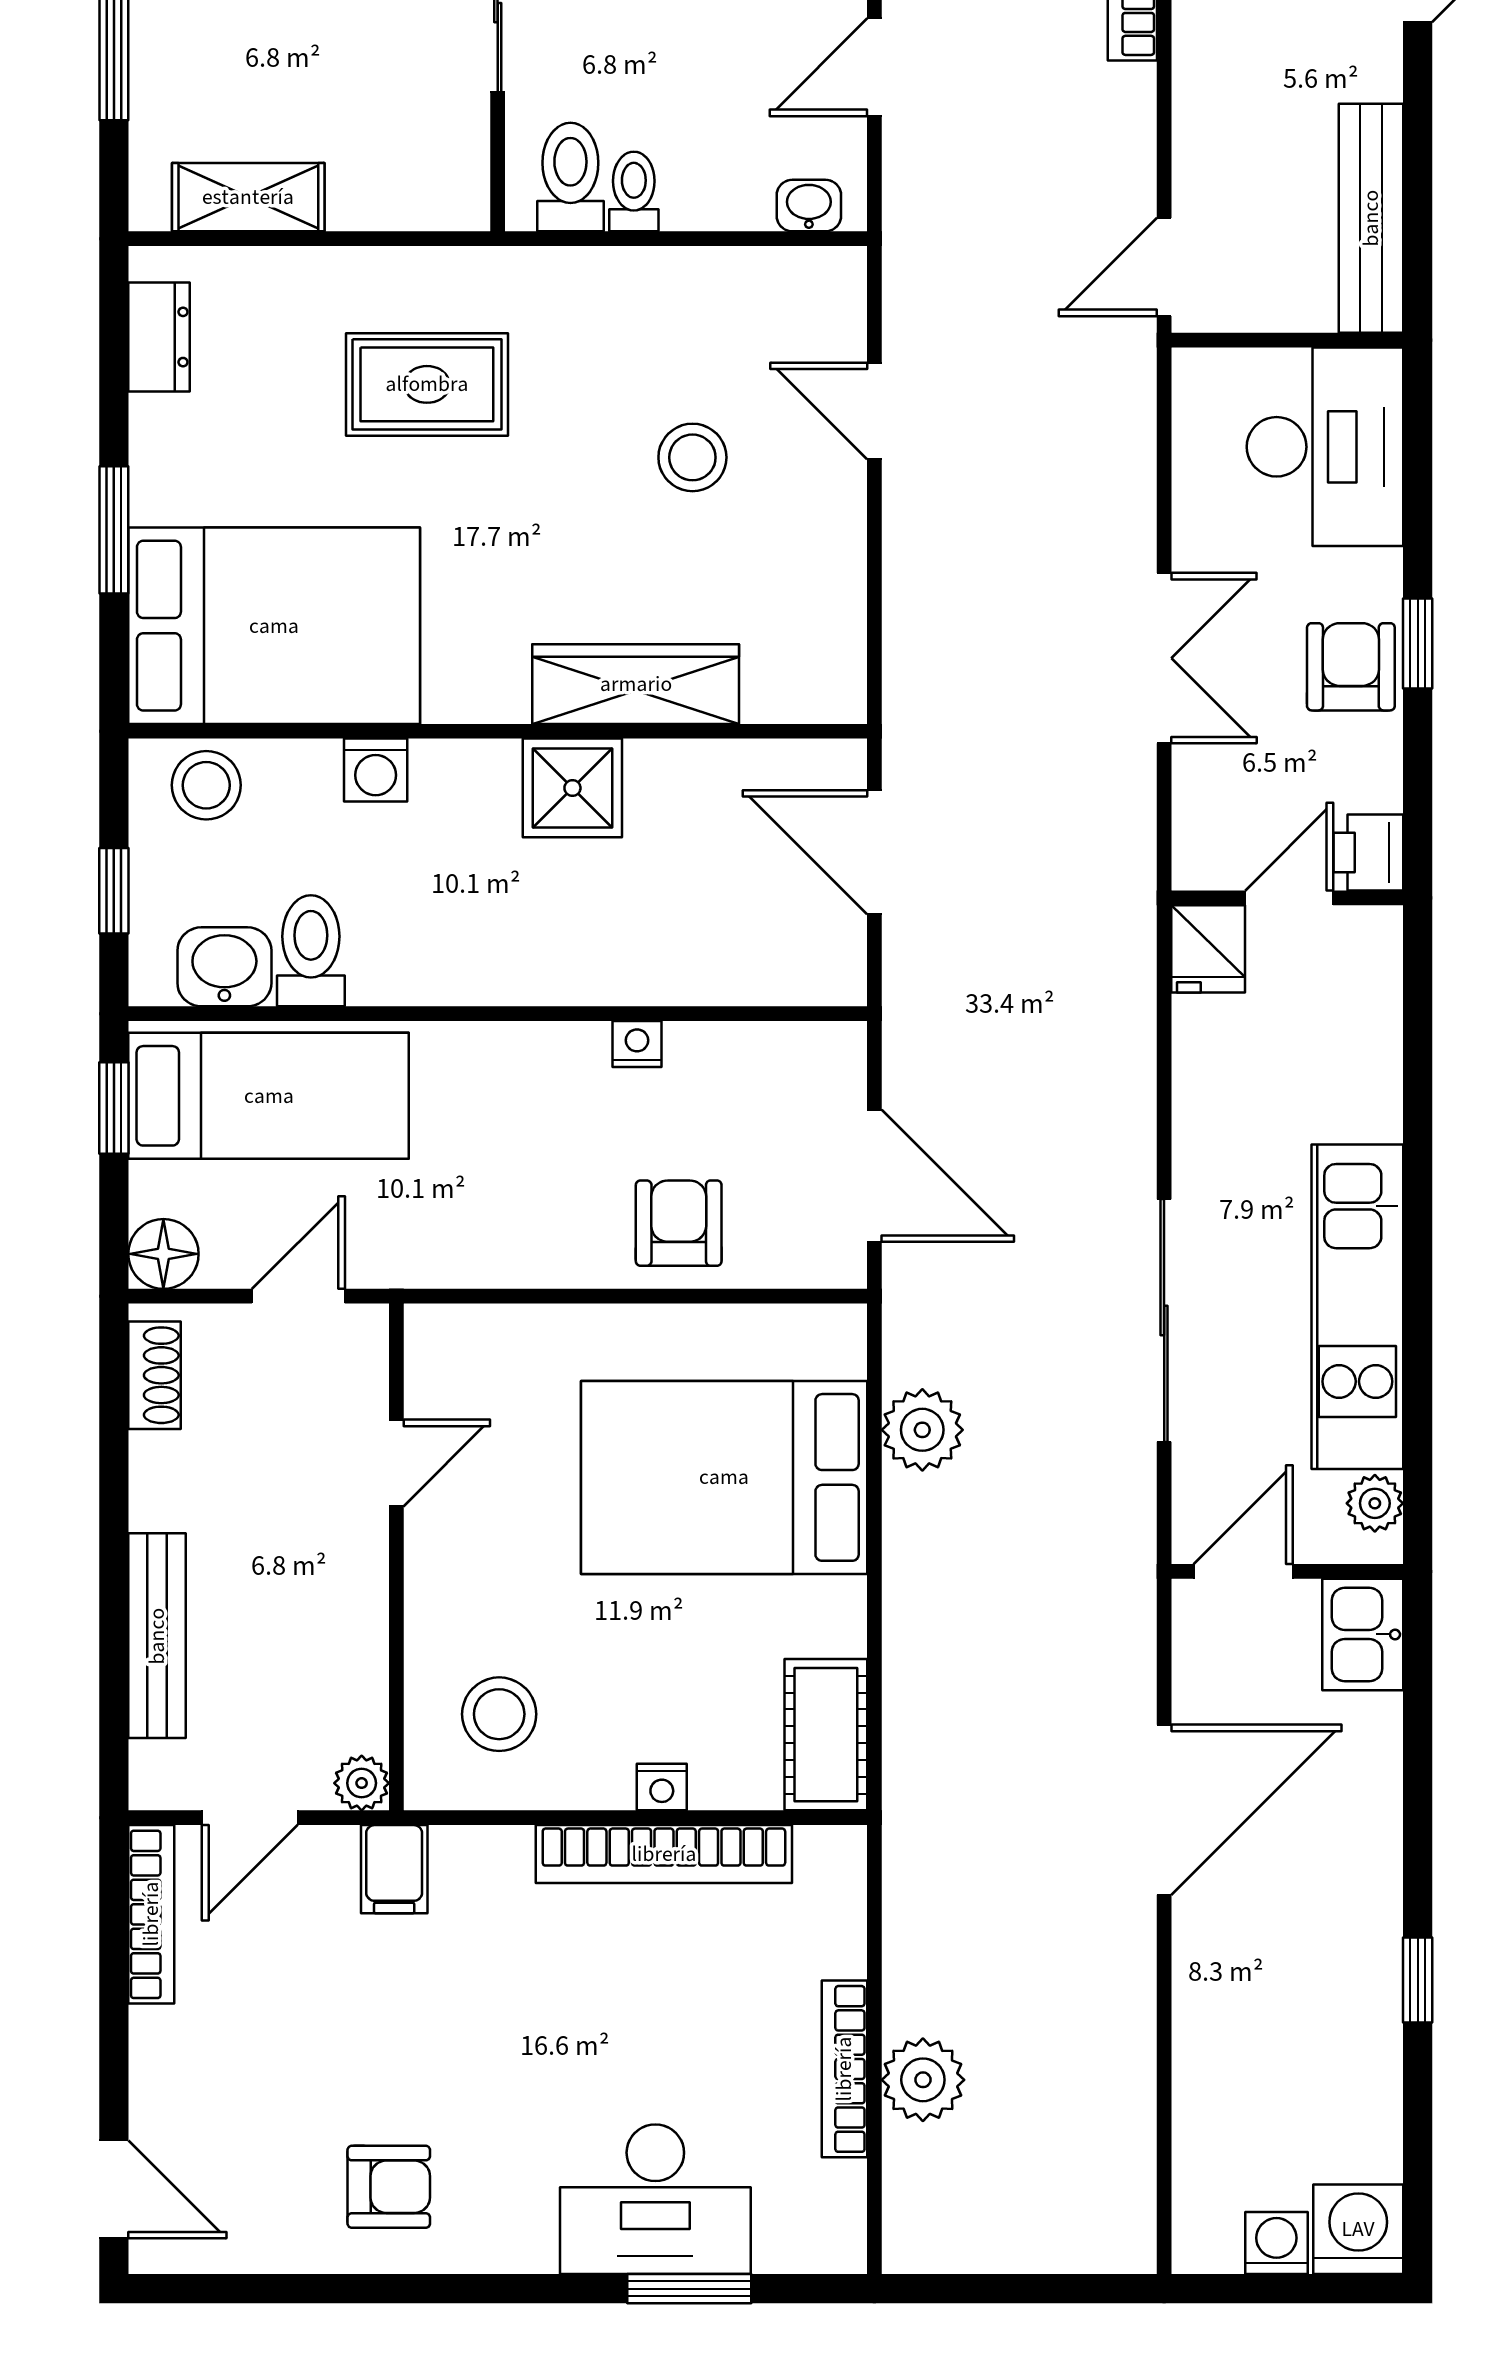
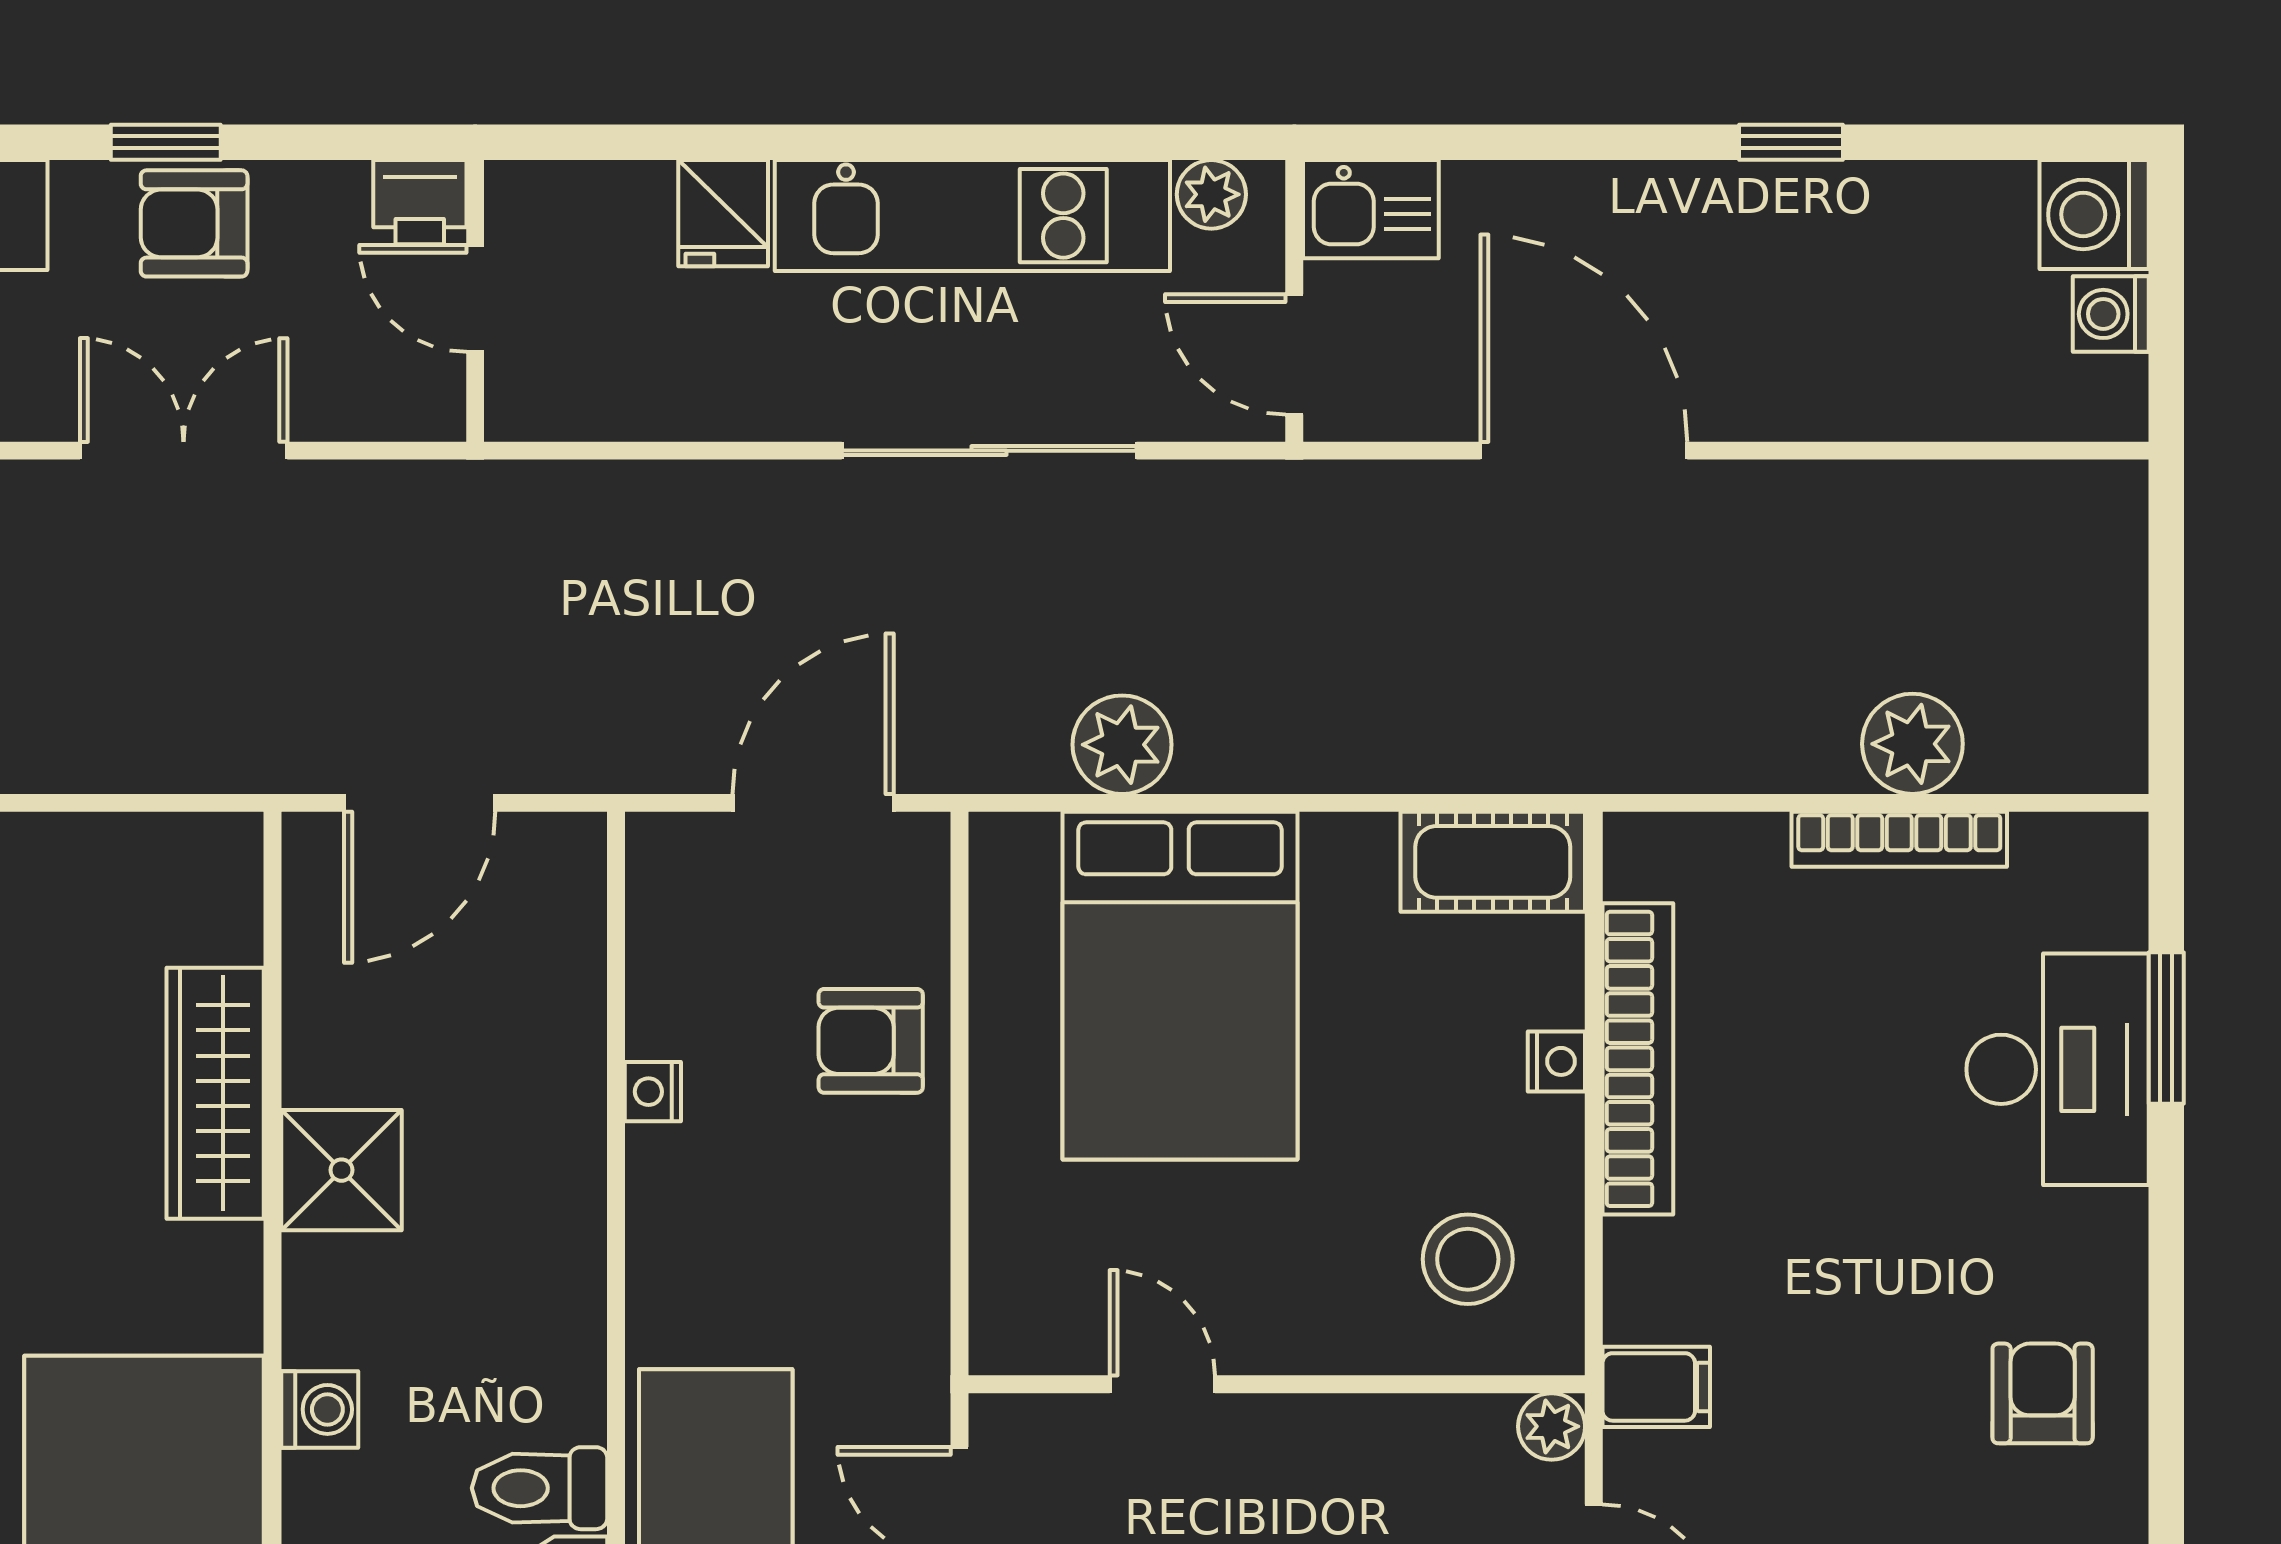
fridge: (1208, 949) -> (723, 213), moved, turned 90

